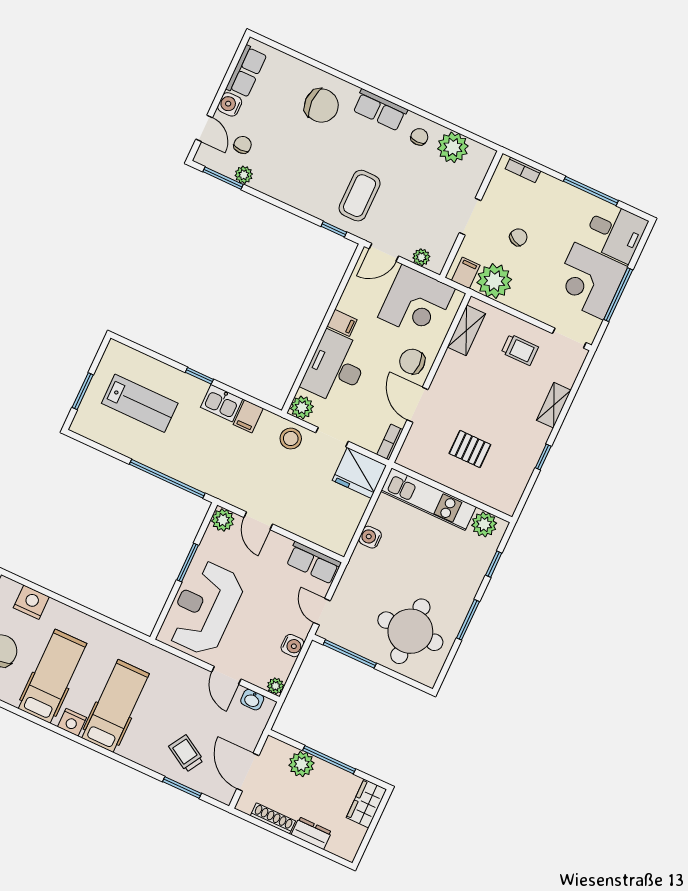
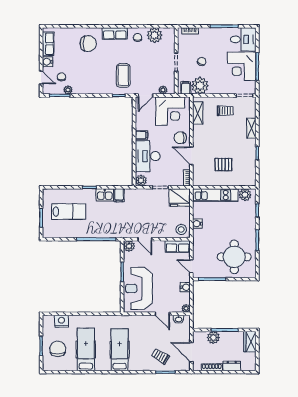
stool: (291, 439) -> (181, 229), moved
nightstand: (72, 722) -> (104, 366), removed

